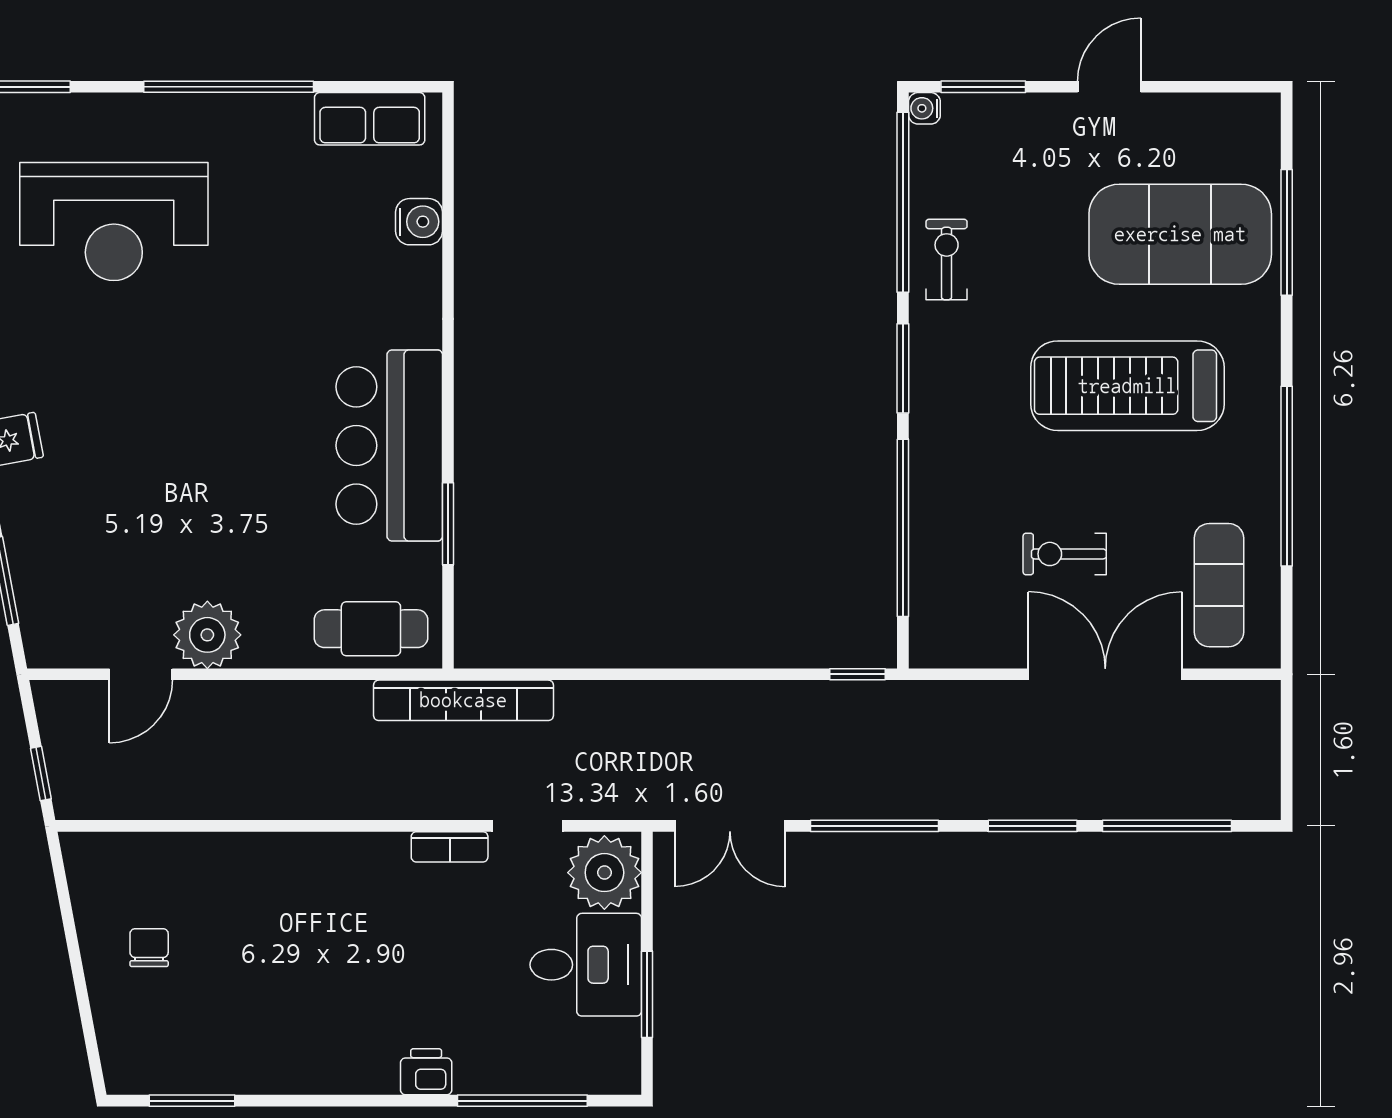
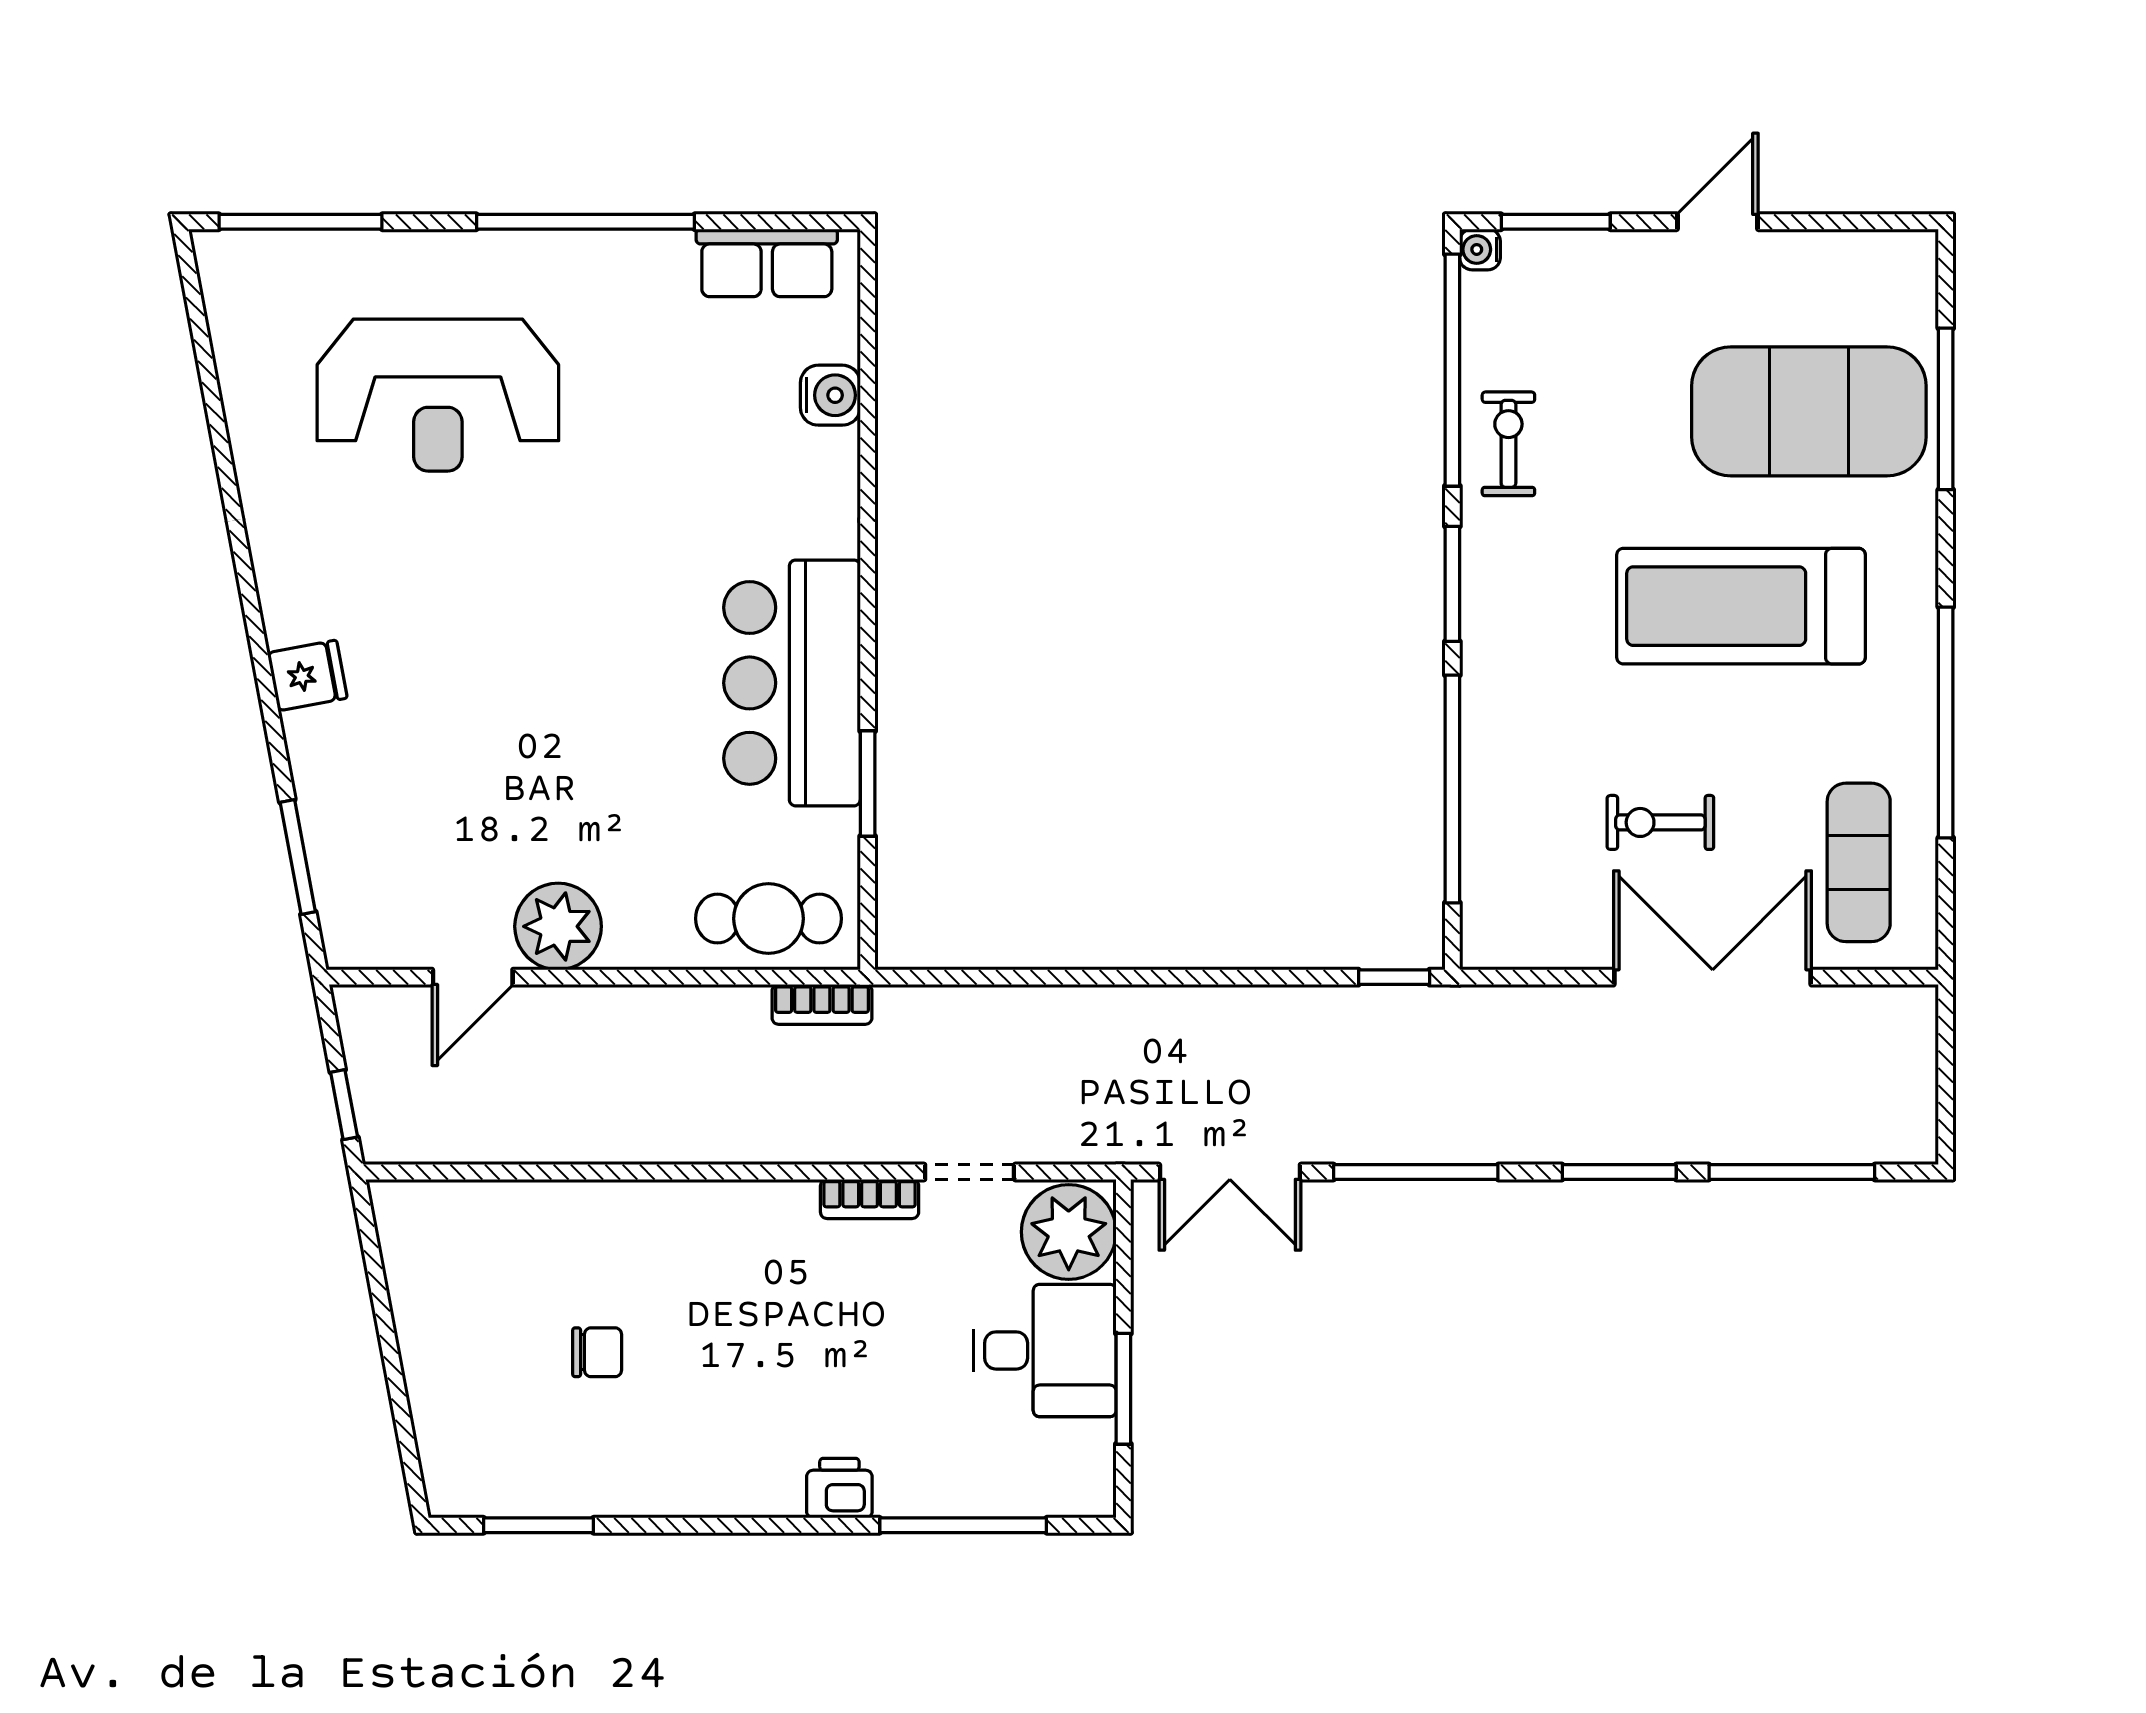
bookcase: (463, 700) -> (822, 1004), width x0.43, depth x0.76
chair: (149, 948) -> (597, 1352), moved, turned 90

